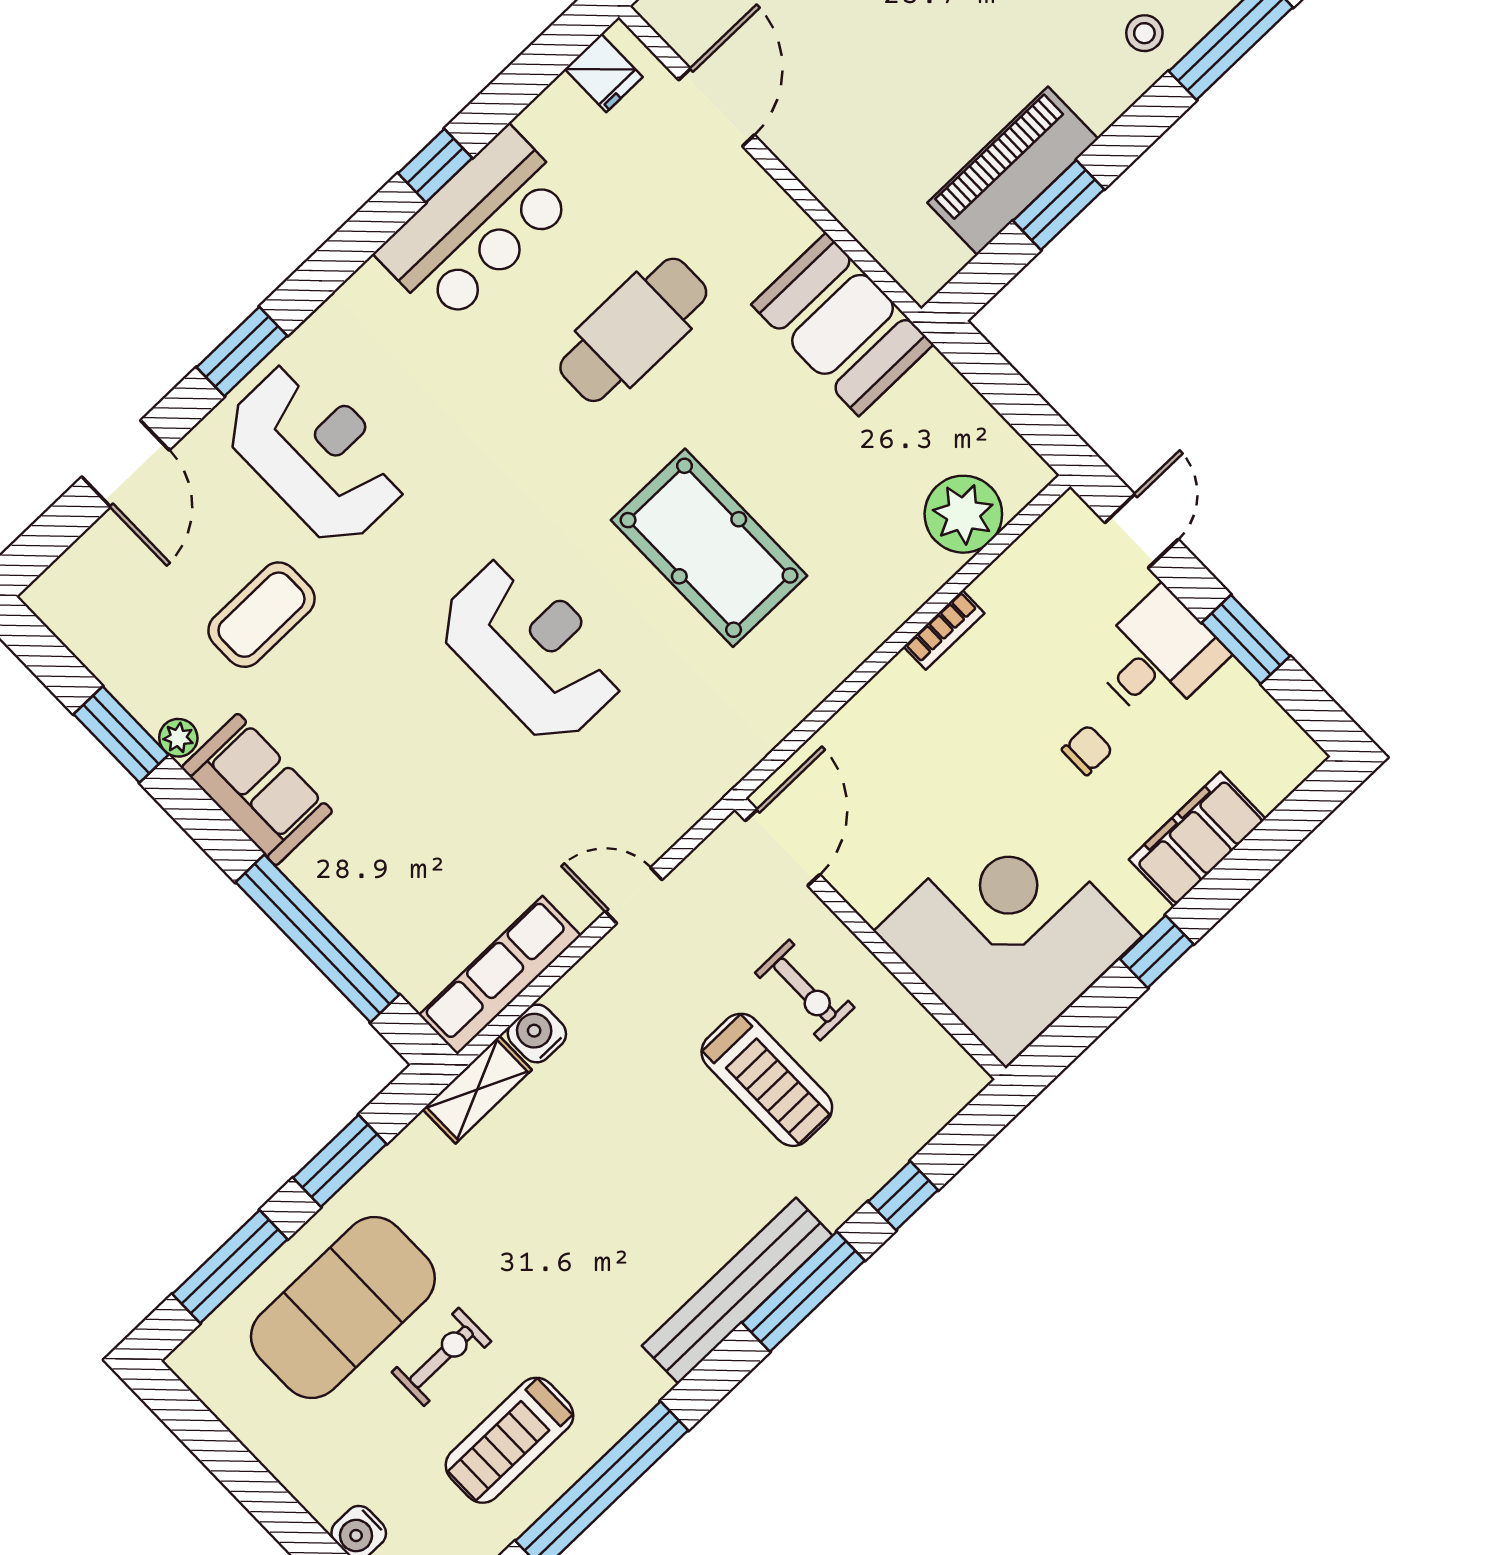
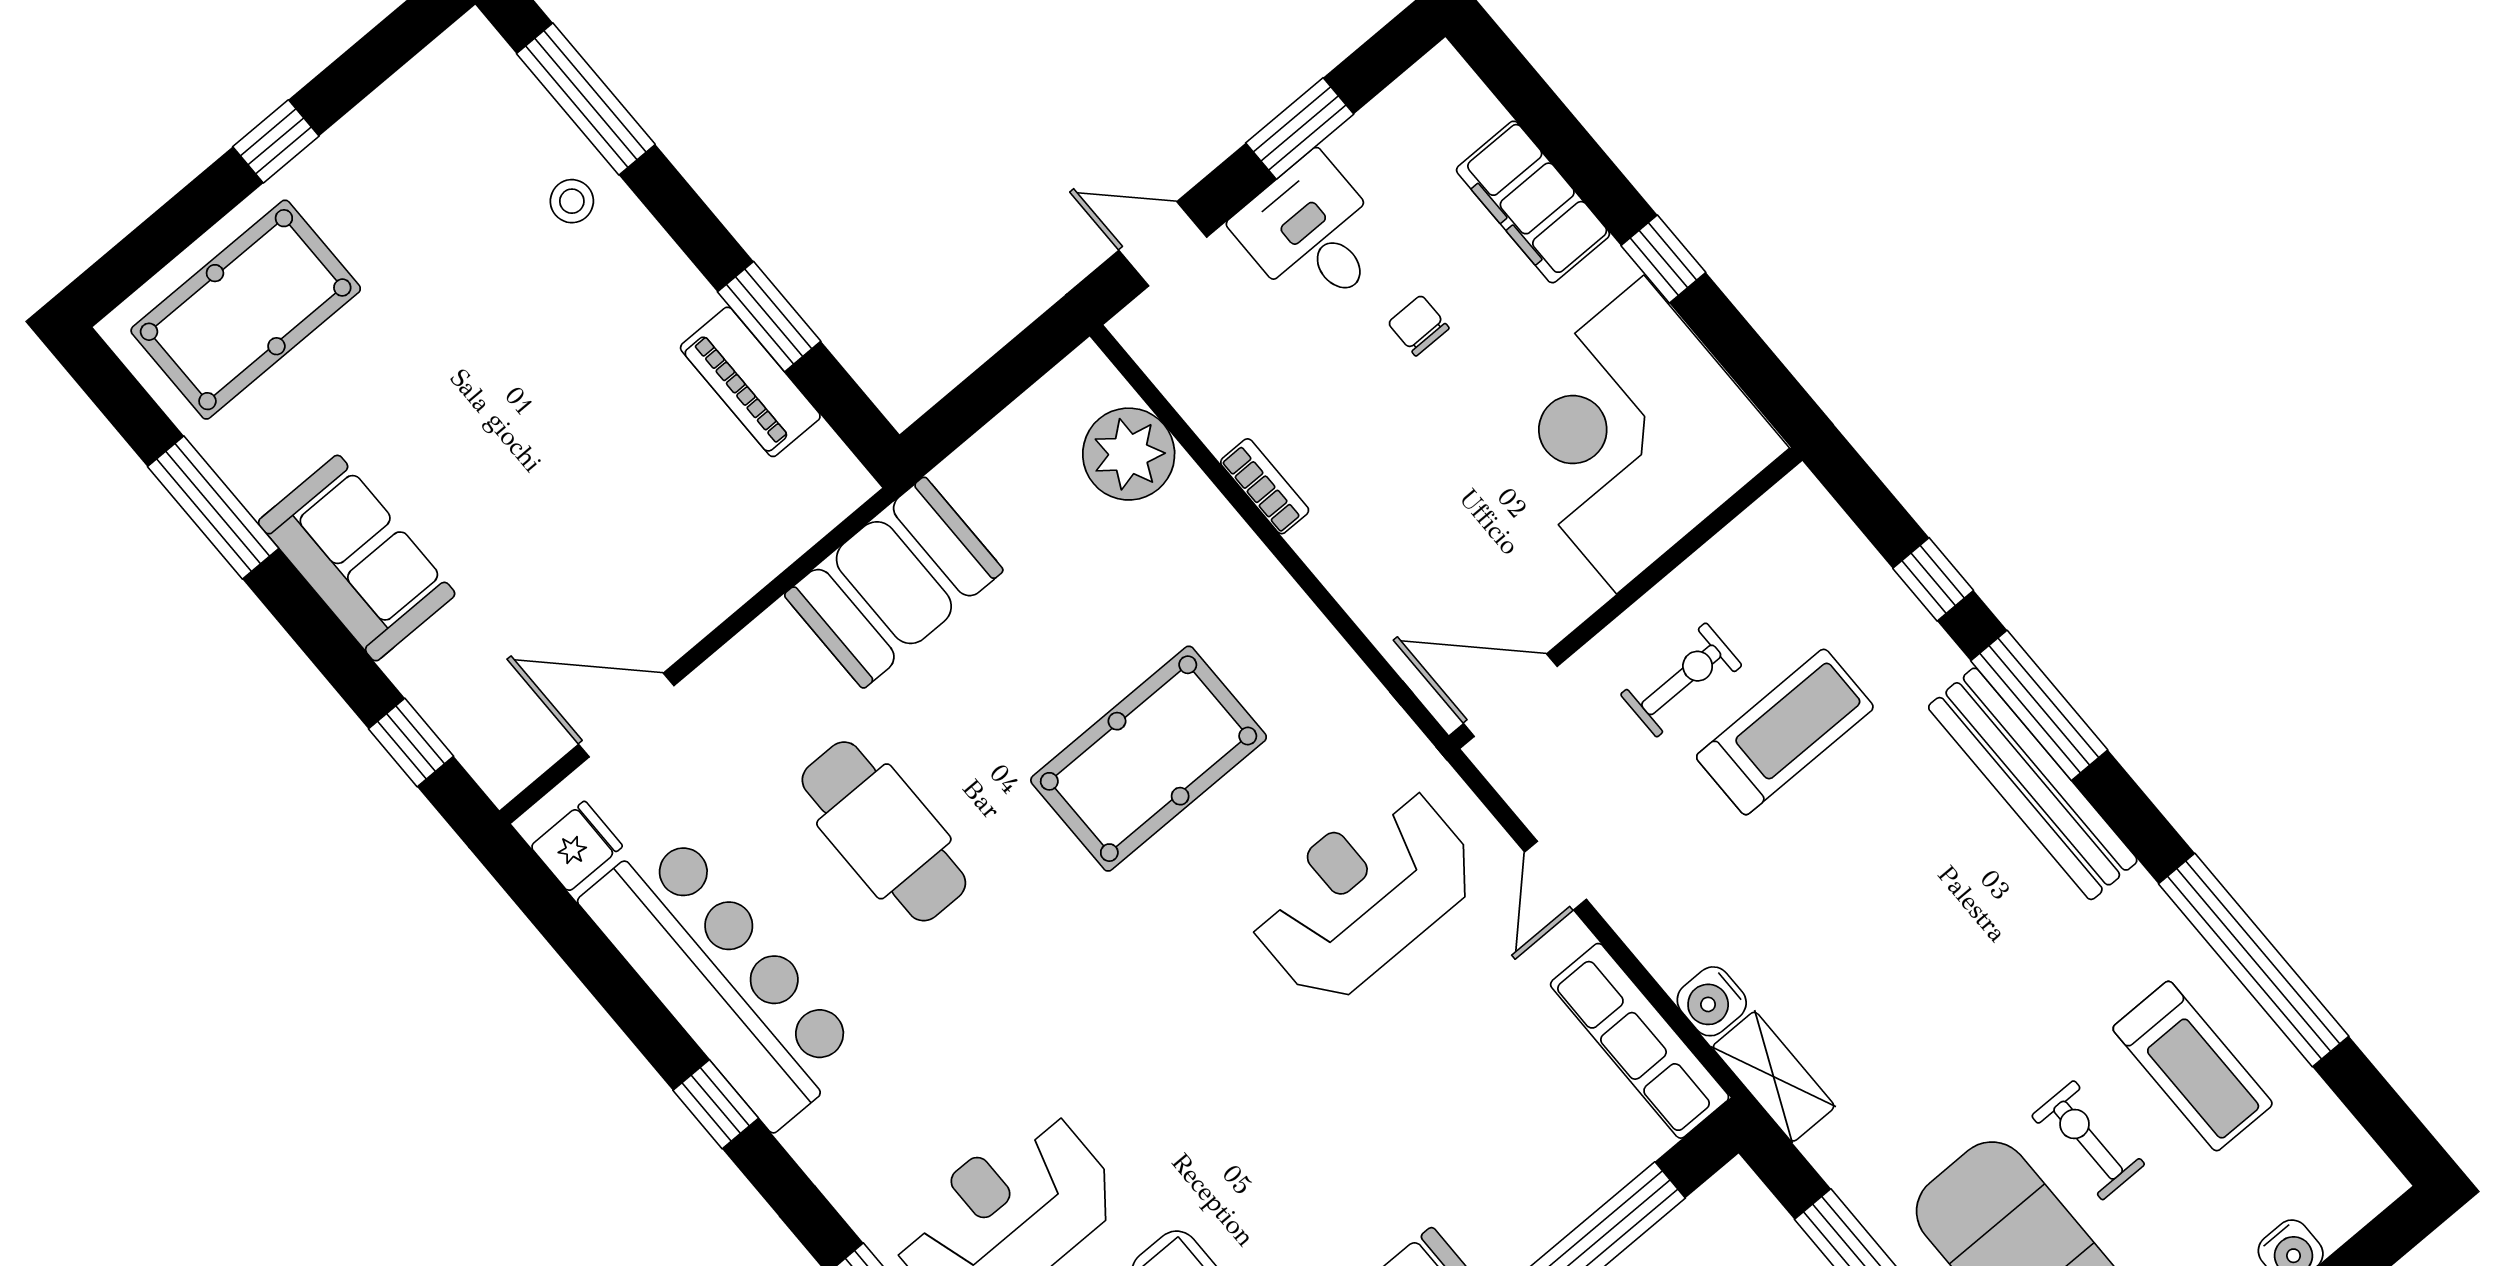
window: (435, 166) -> (716, 1104), moved
piano: (1013, 171) -> (750, 382), width x0.73, depth x0.75
bar counter: (477, 226) -> (722, 978), width x1.36
reception desk: (532, 649) -> (1363, 894), moved

